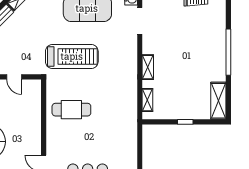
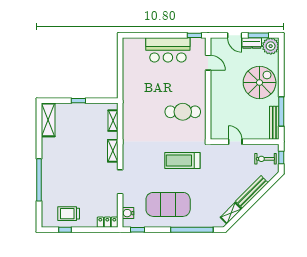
doorway: (140, 21) -> (120, 182), moved
window: (228, 52) -> (39, 180), moved
treadmill: (72, 56) -> (182, 160), width x0.73, depth x0.73

